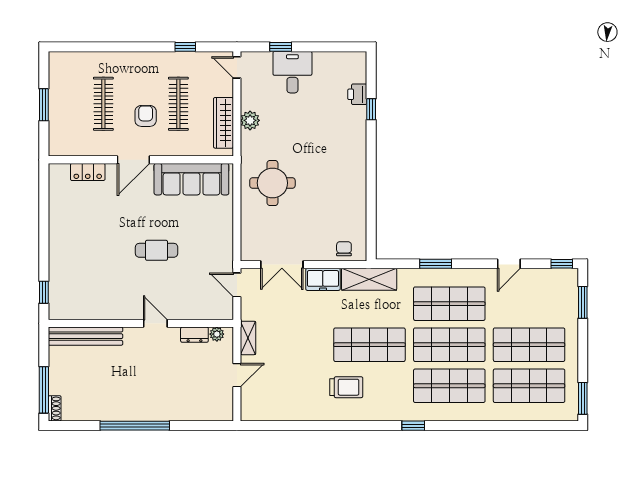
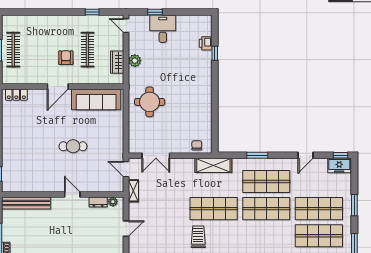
clothes rail: (103, 104) -> (13, 50), moved
wardrobe: (223, 123) -> (117, 62), width x0.67
locker: (88, 172) -> (16, 95), moved
freezer: (323, 279) -> (339, 166), moved
window: (583, 302) -> (354, 205), moved
shelving: (248, 338) -> (133, 191), moved
shop shelf: (449, 386) -> (266, 236), removed
trolley: (346, 387) -> (198, 237), turned -90

